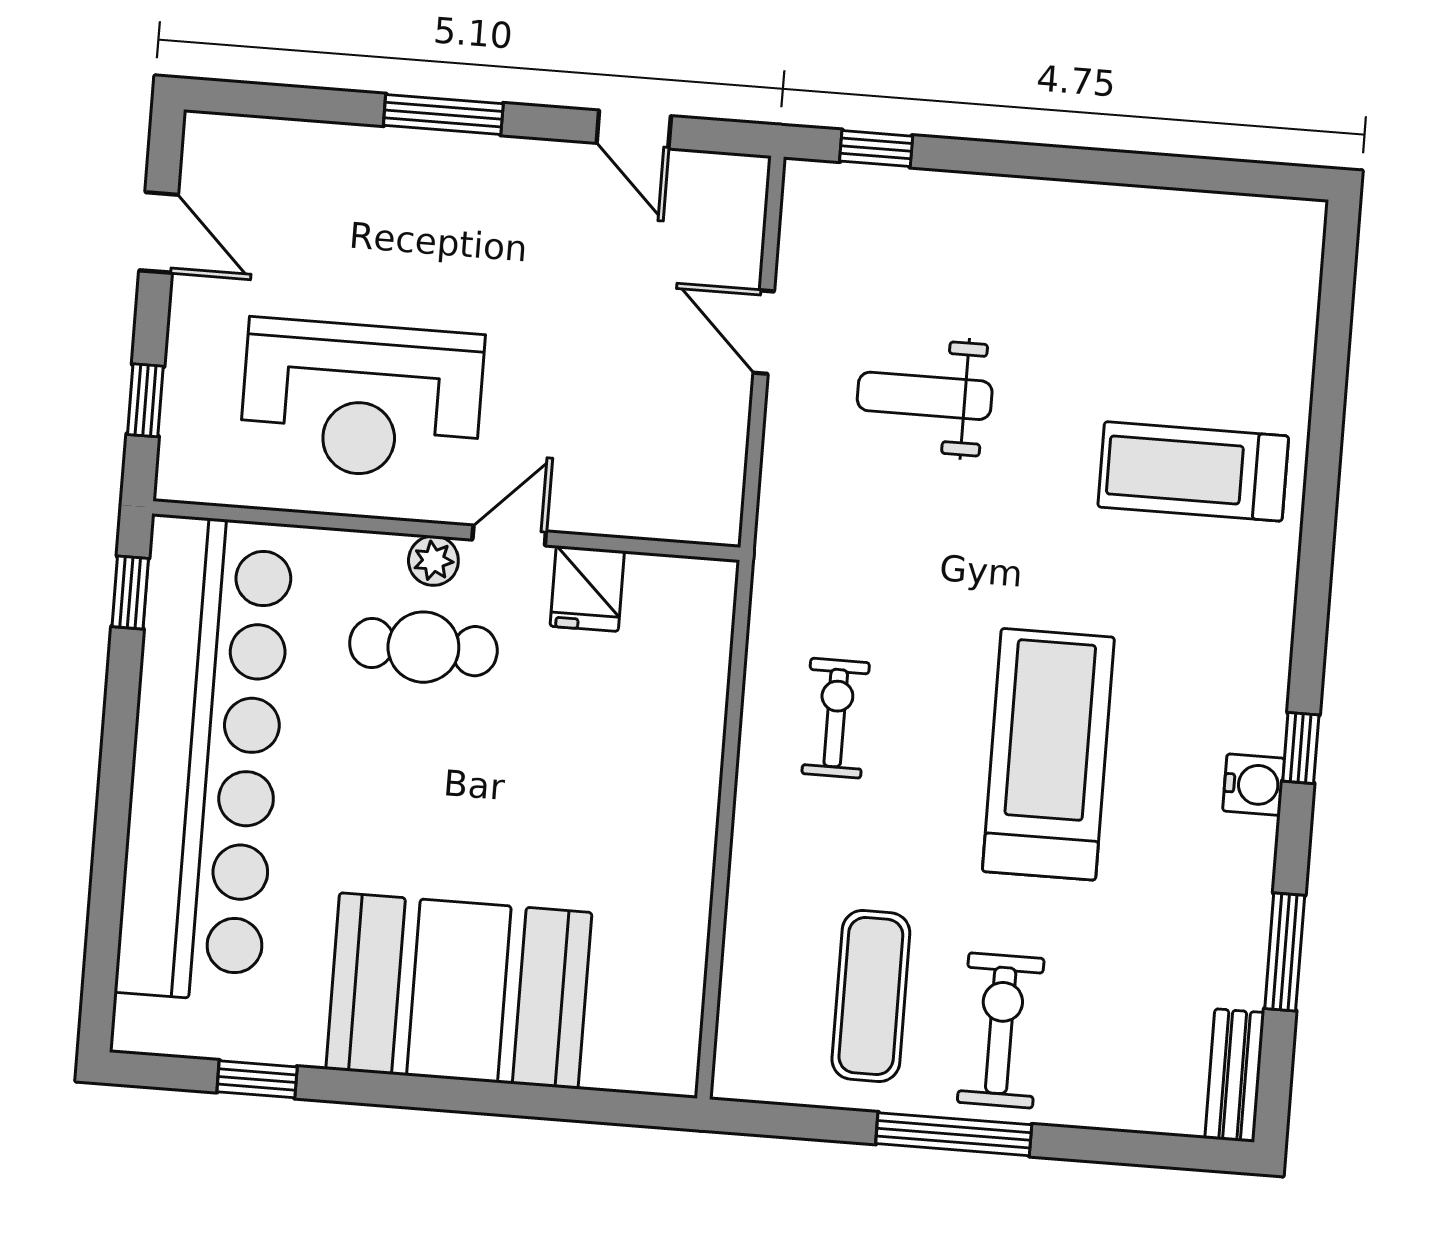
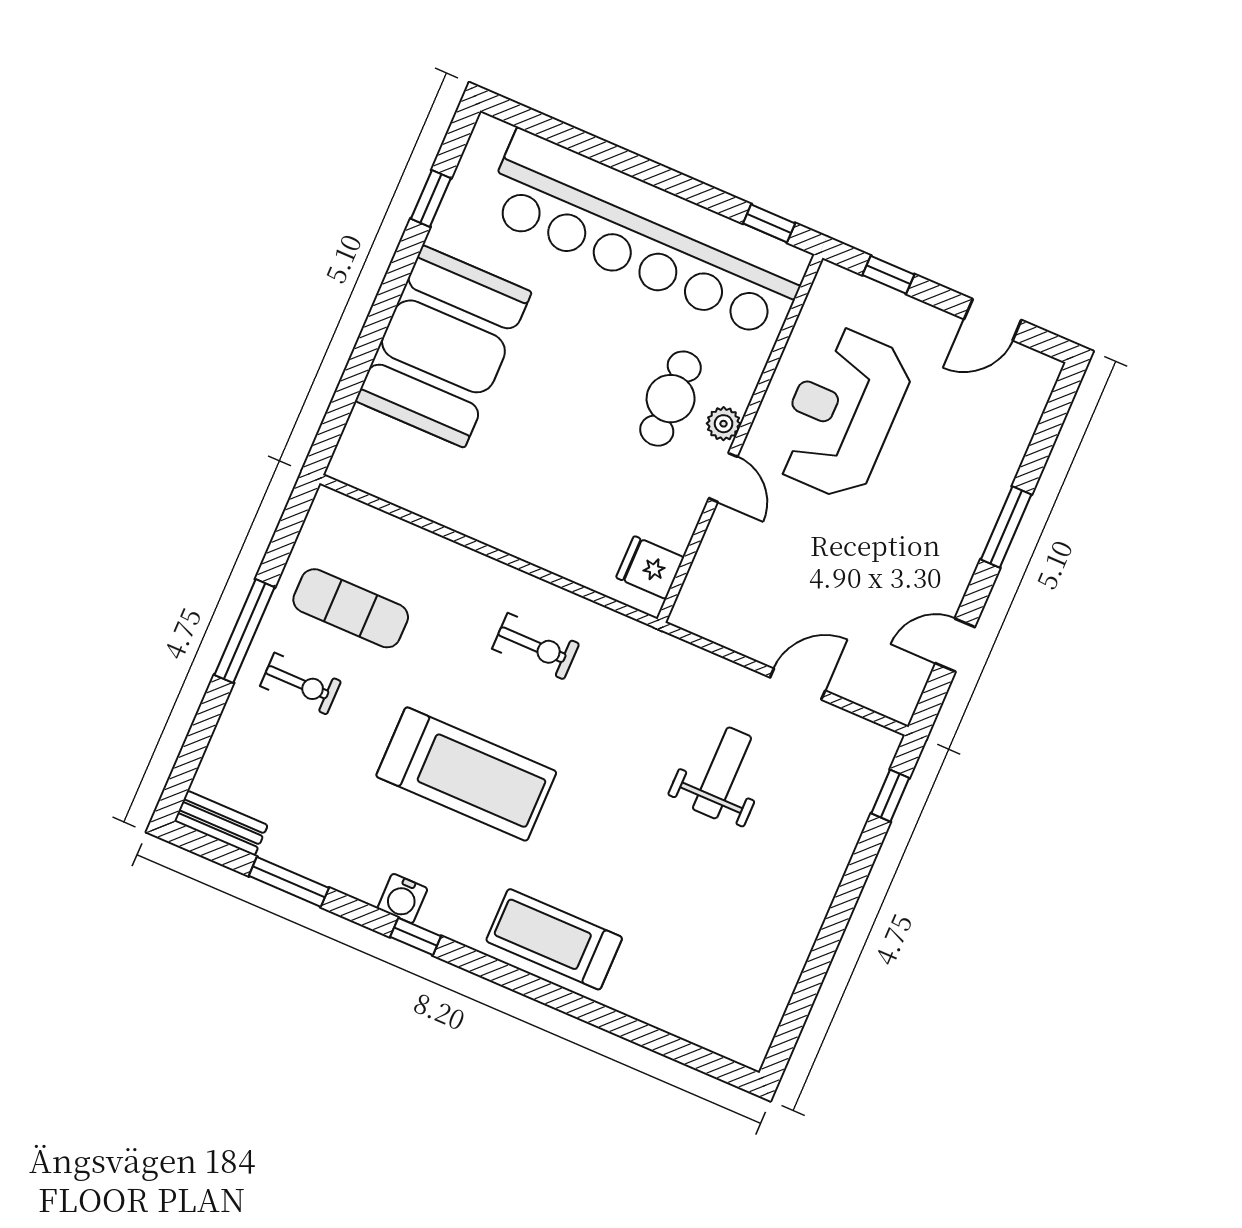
treadmill: (1193, 471) -> (554, 939), moved, turned -90
fridge: (587, 589) -> (650, 568), moved
exercise bike: (1001, 1030) -> (301, 684), width x0.73, depth x0.72

